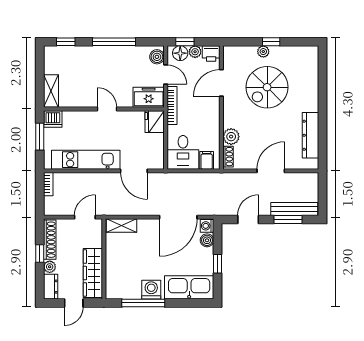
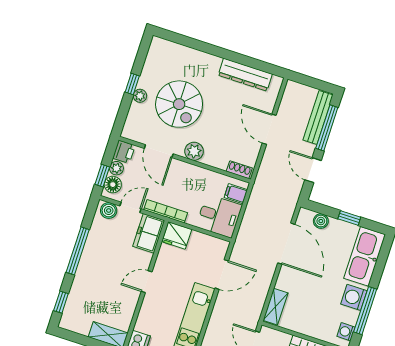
plant: (231, 137) -> (194, 151), moved
window: (288, 219) -> (327, 128), width x1.44
washing machine: (207, 226) -> (346, 332), moved, turned 90

